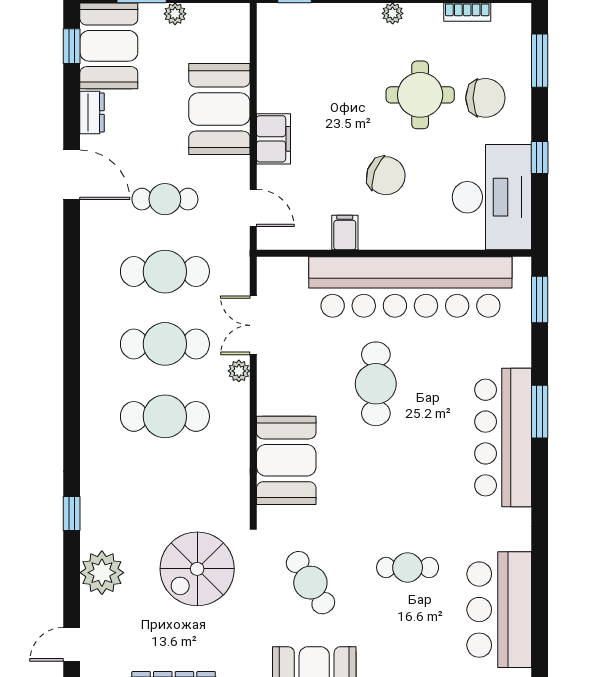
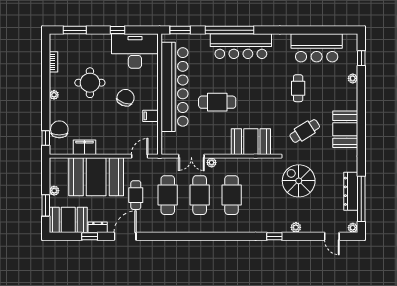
window: (72, 46) -> (90, 236), moved
chair: (485, 98) -> (59, 129), moved
booth: (219, 109) -> (96, 177), width x1.36, depth x1.42
filing cabinet: (273, 139) -> (85, 147), moved
window: (540, 412) -> (229, 30), width x2.11
spiral stairs: (197, 569) -> (299, 181), turned 180
plant: (102, 573) -> (296, 227), width x0.53, depth x0.53

